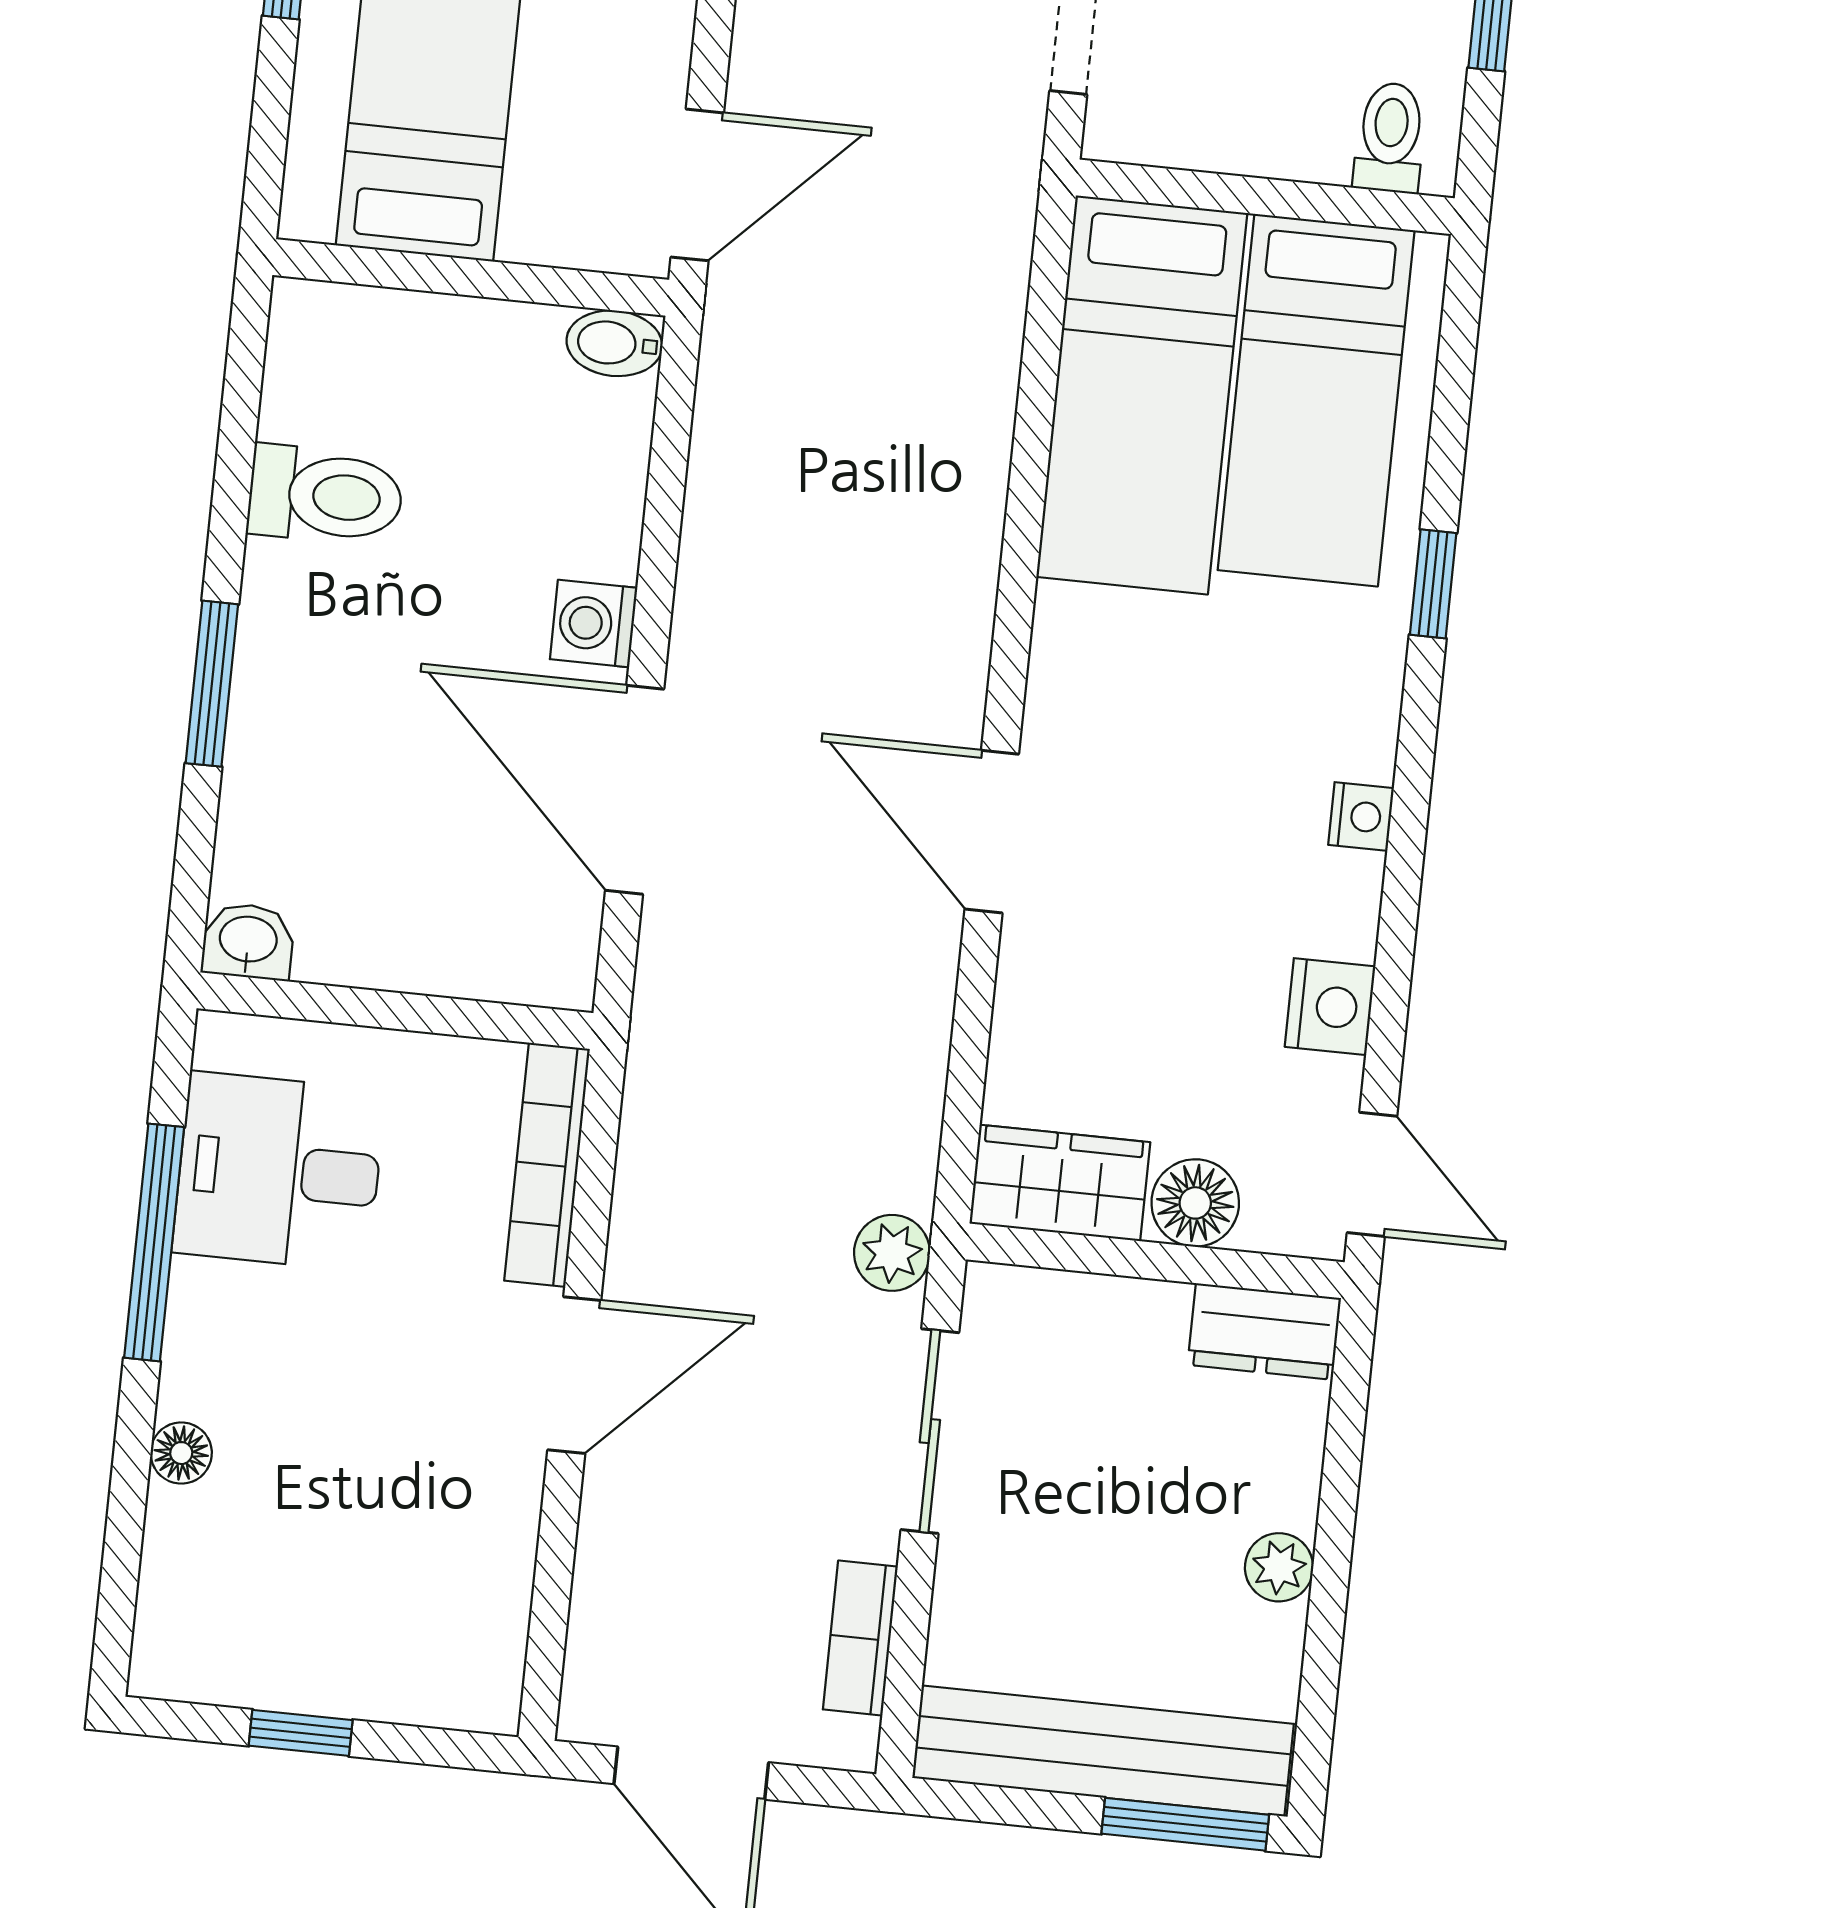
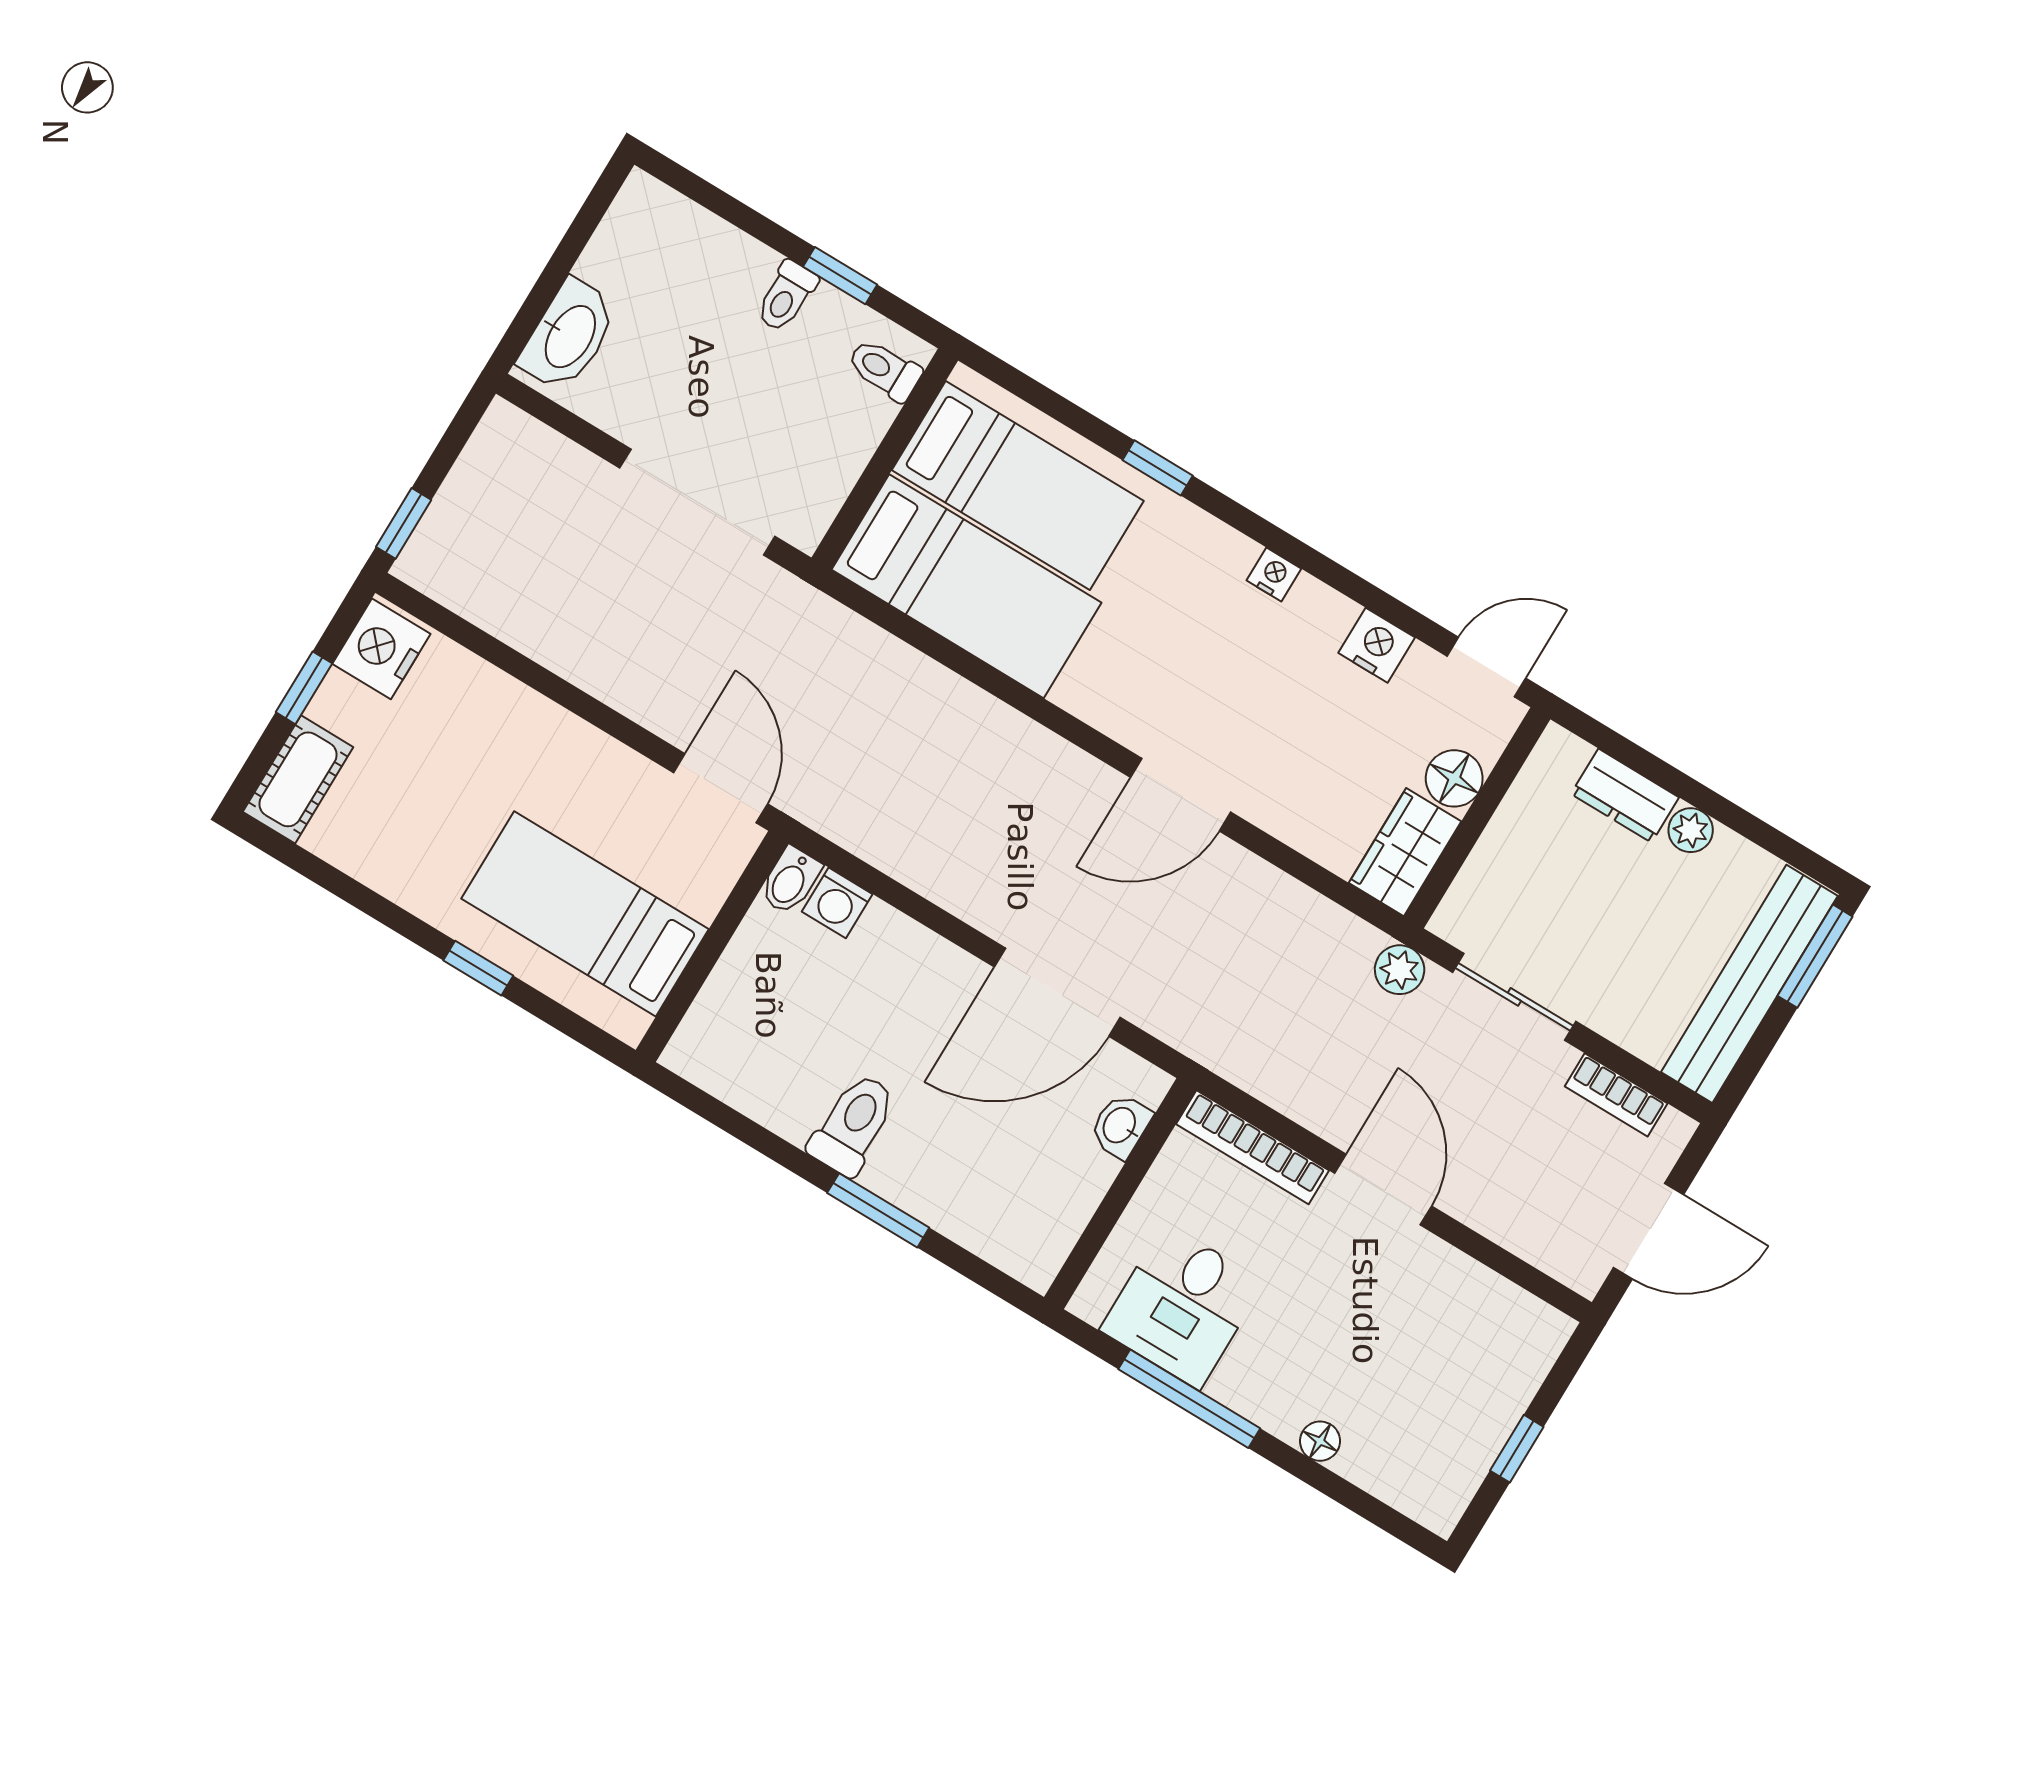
toilet: (325, 495) -> (853, 1124), moved
washing machine: (594, 624) -> (837, 903), moved
washbasin: (248, 941) -> (1120, 1126), moved
dresser: (1264, 1332) -> (1625, 796), moved, turned 90

